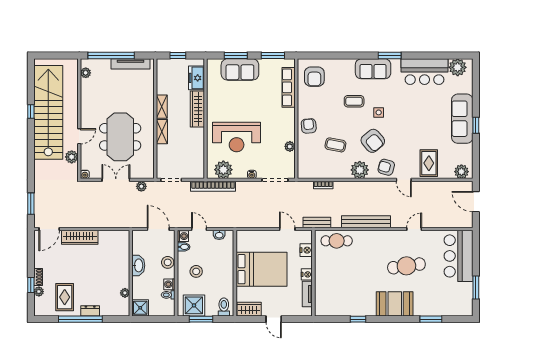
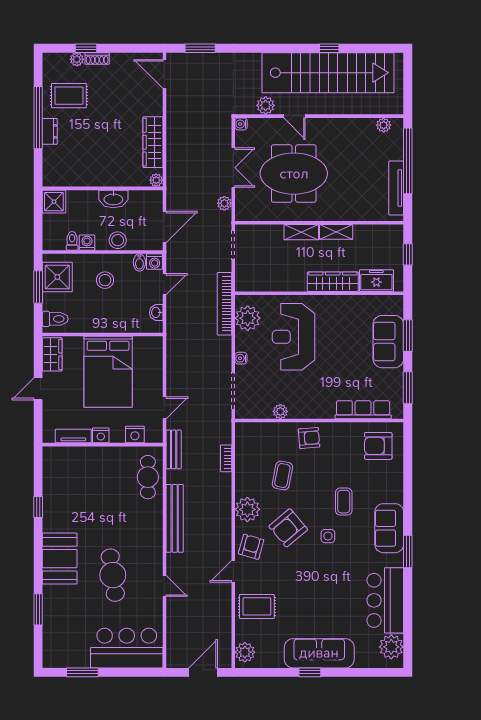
wardrobe: (80, 237) -> (153, 142), moved
plant: (125, 293) -> (156, 180), moved

